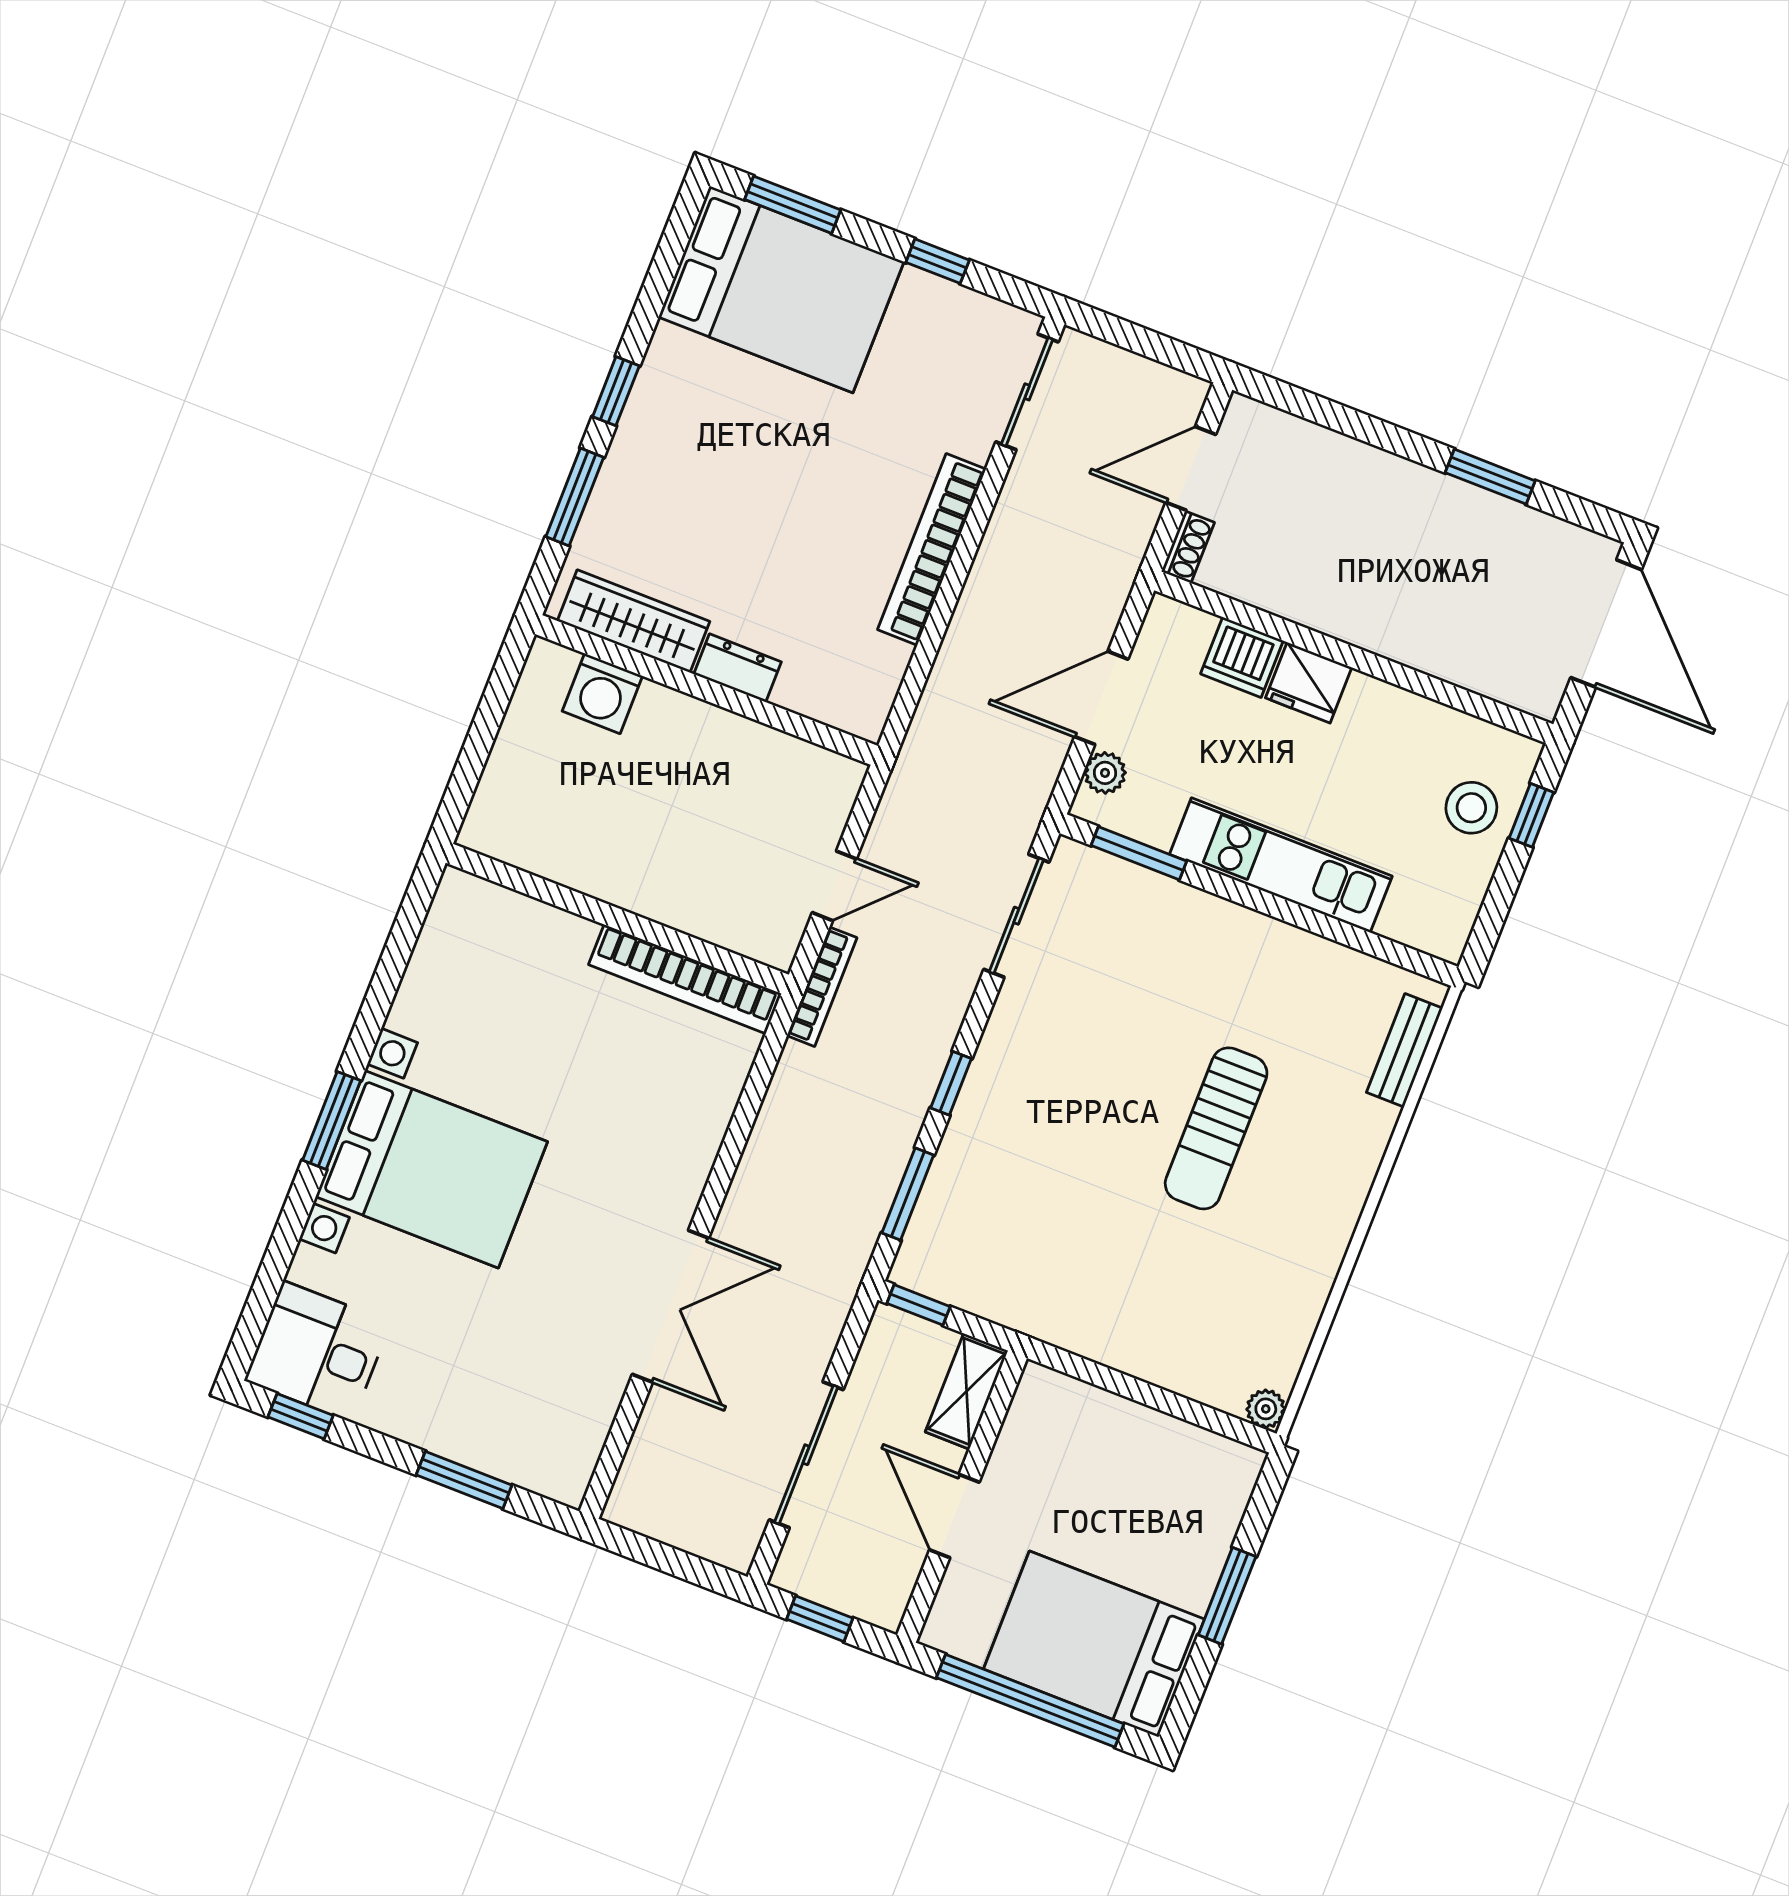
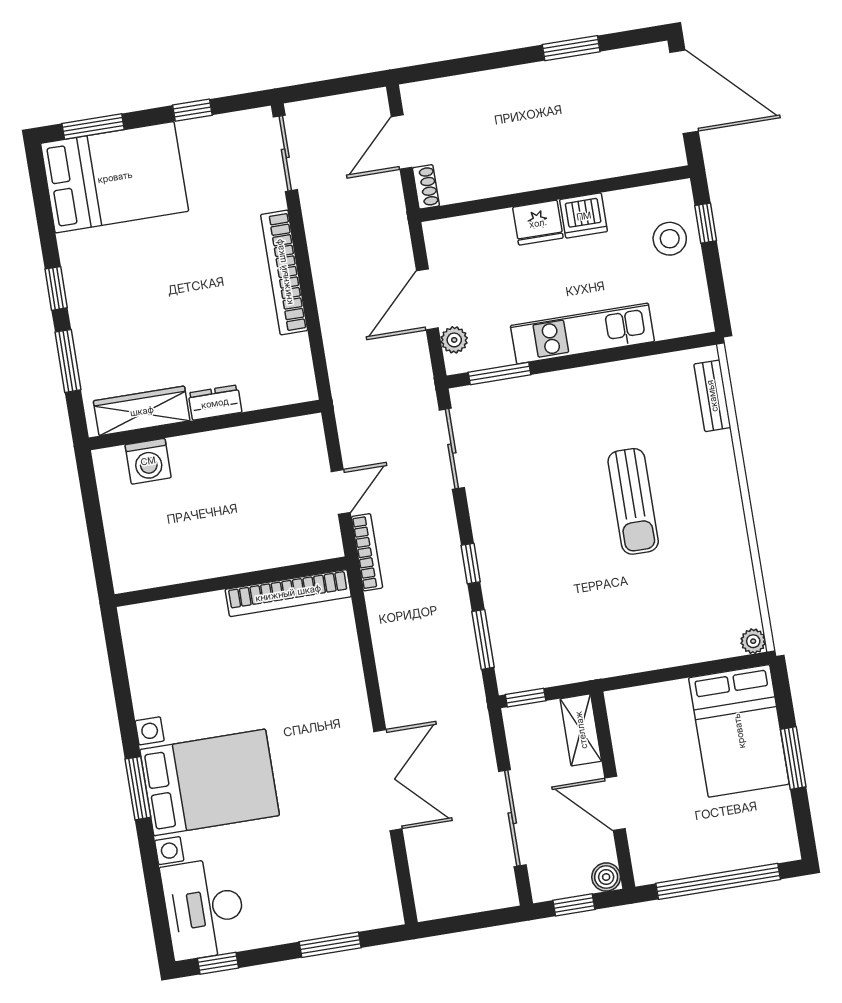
dishwasher: (1242, 657) -> (584, 216), moved
desk: (317, 1351) -> (204, 909), width x1.37
boiler: (885, 1607) -> (606, 877), added
bed: (1094, 1644) -> (739, 731), moved, turned -90

